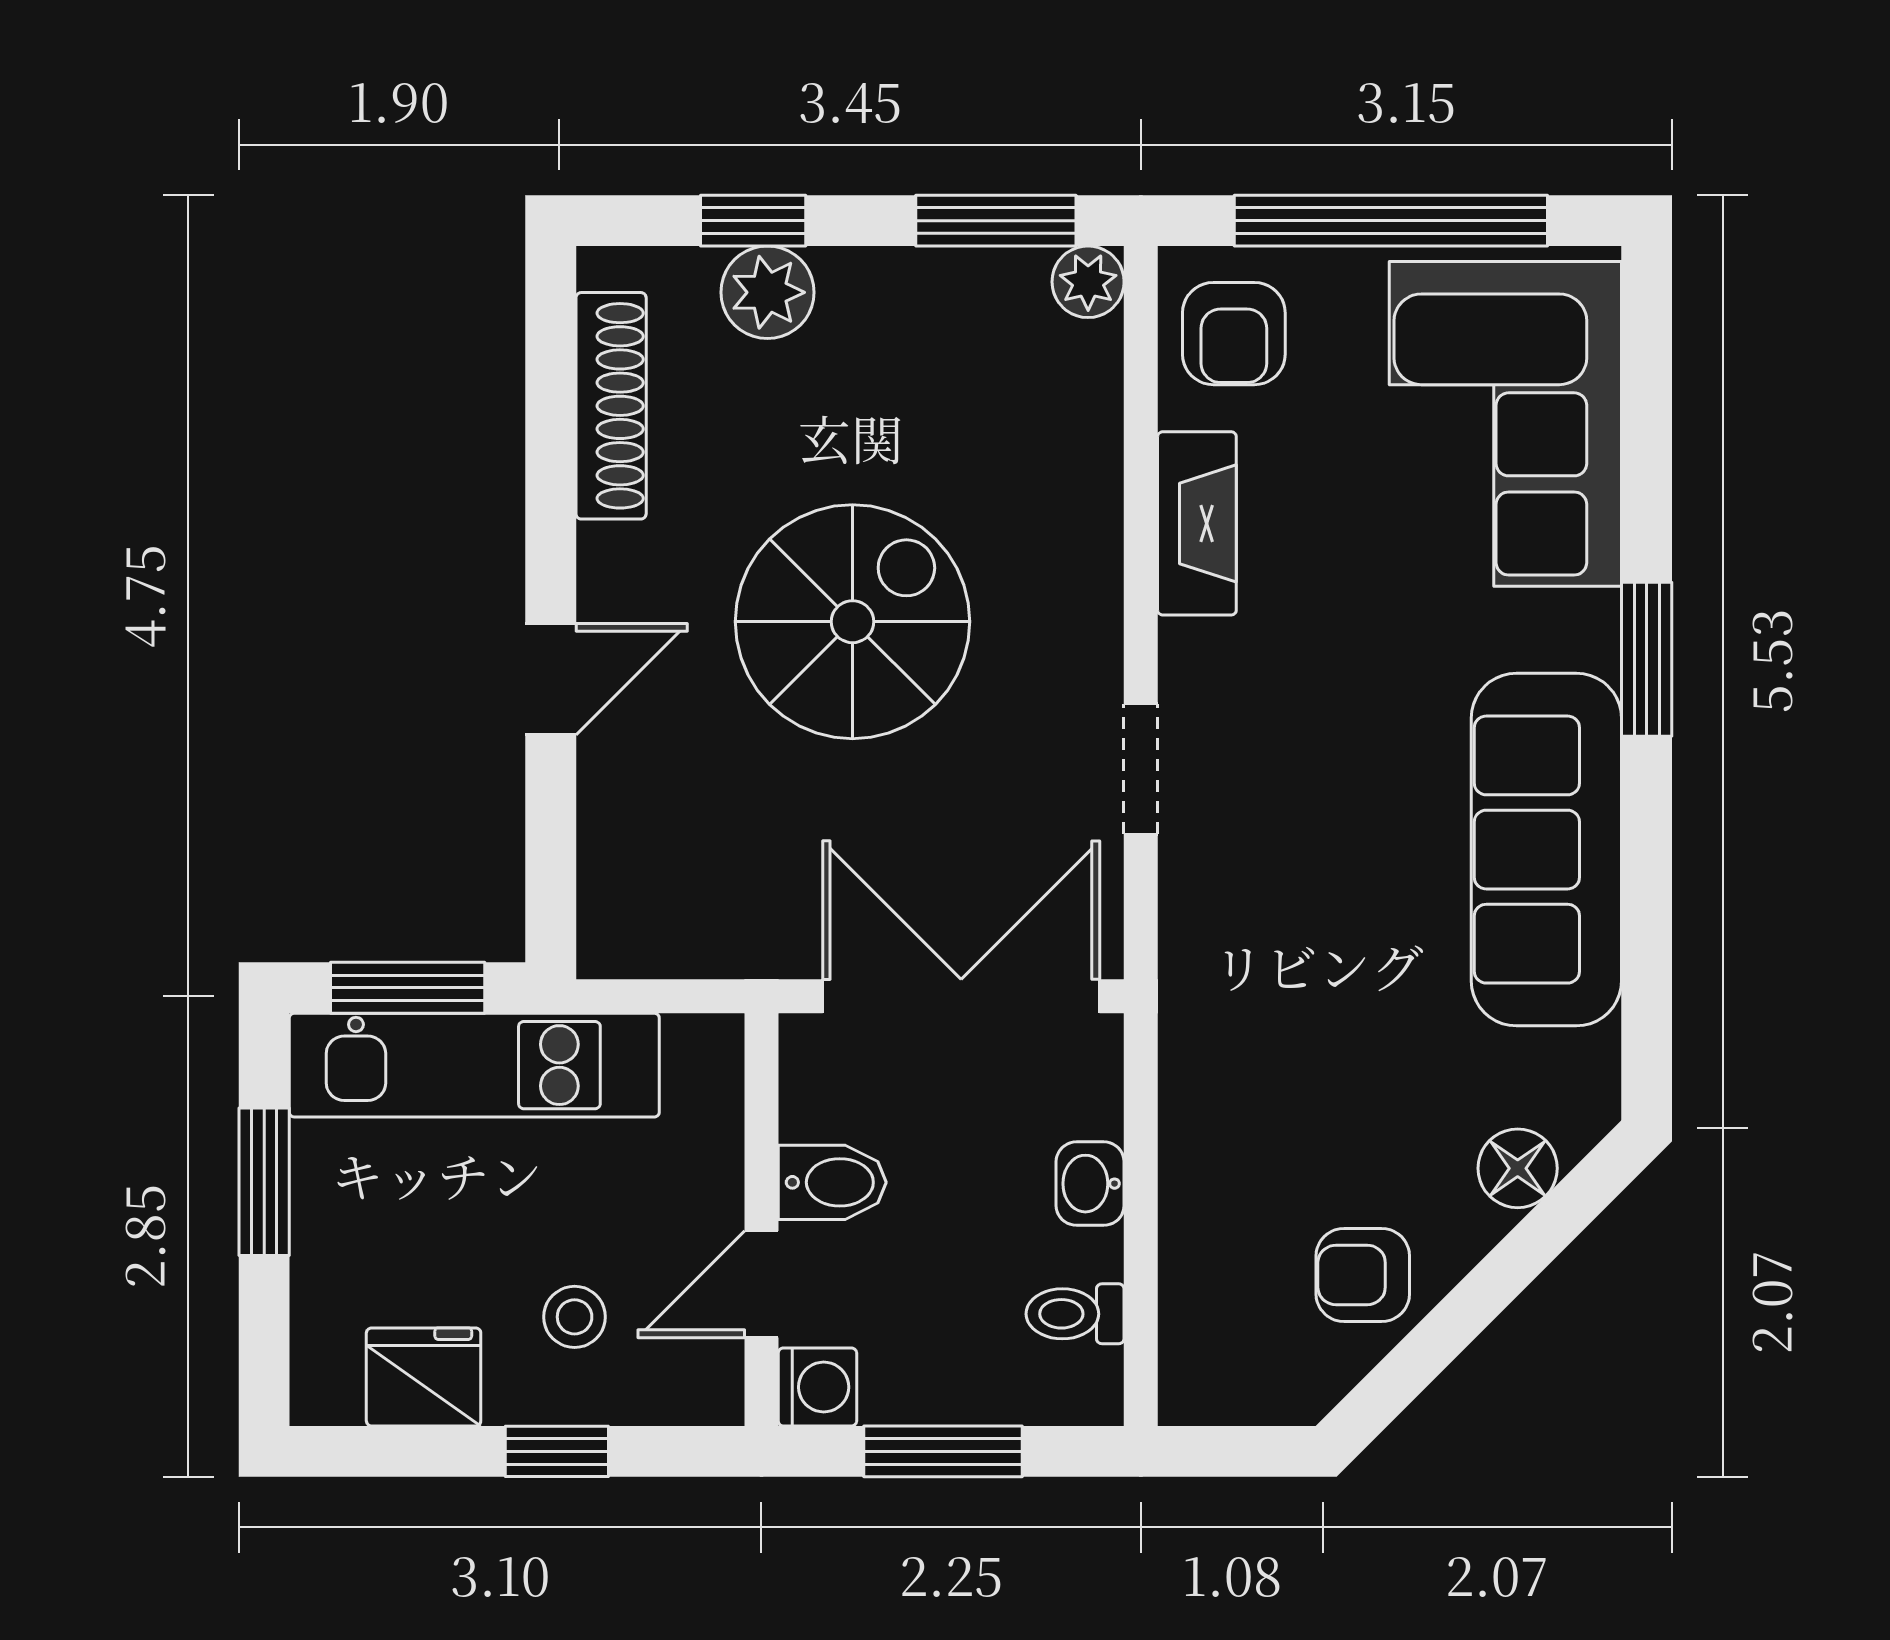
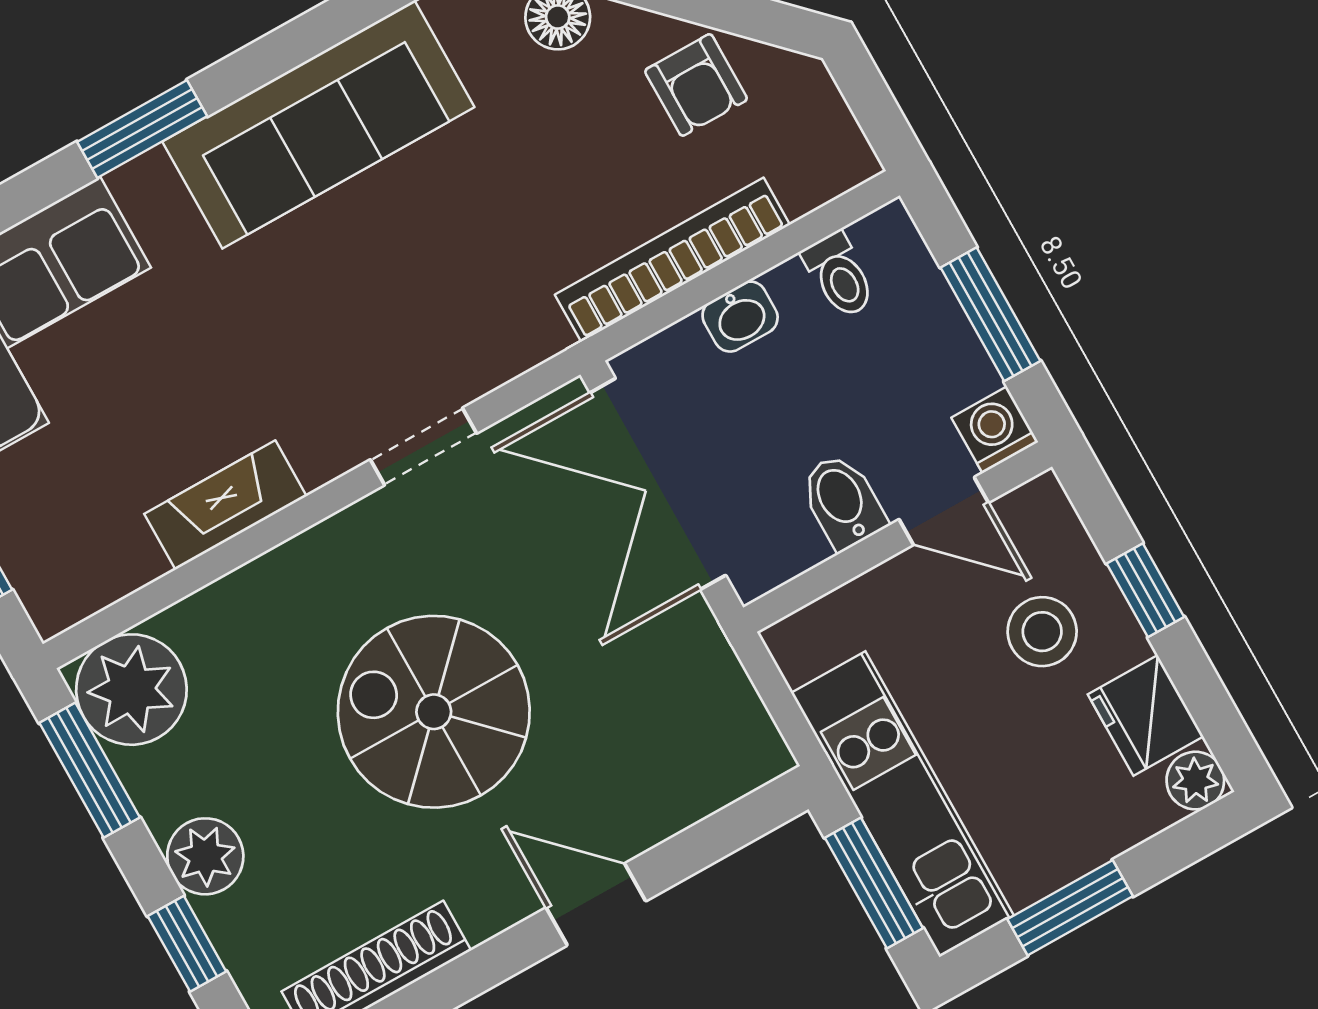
plant: (1088, 282) -> (131, 690), width x1.88, depth x1.88
plant: (767, 292) -> (205, 856), moved
armchair: (1234, 334) -> (75, 555), removed
bookcase: (1191, 1146) -> (672, 260), added
stool: (575, 1317) -> (1042, 632), width x1.37, depth x1.37
plant: (325, 1391) -> (1195, 781), added

